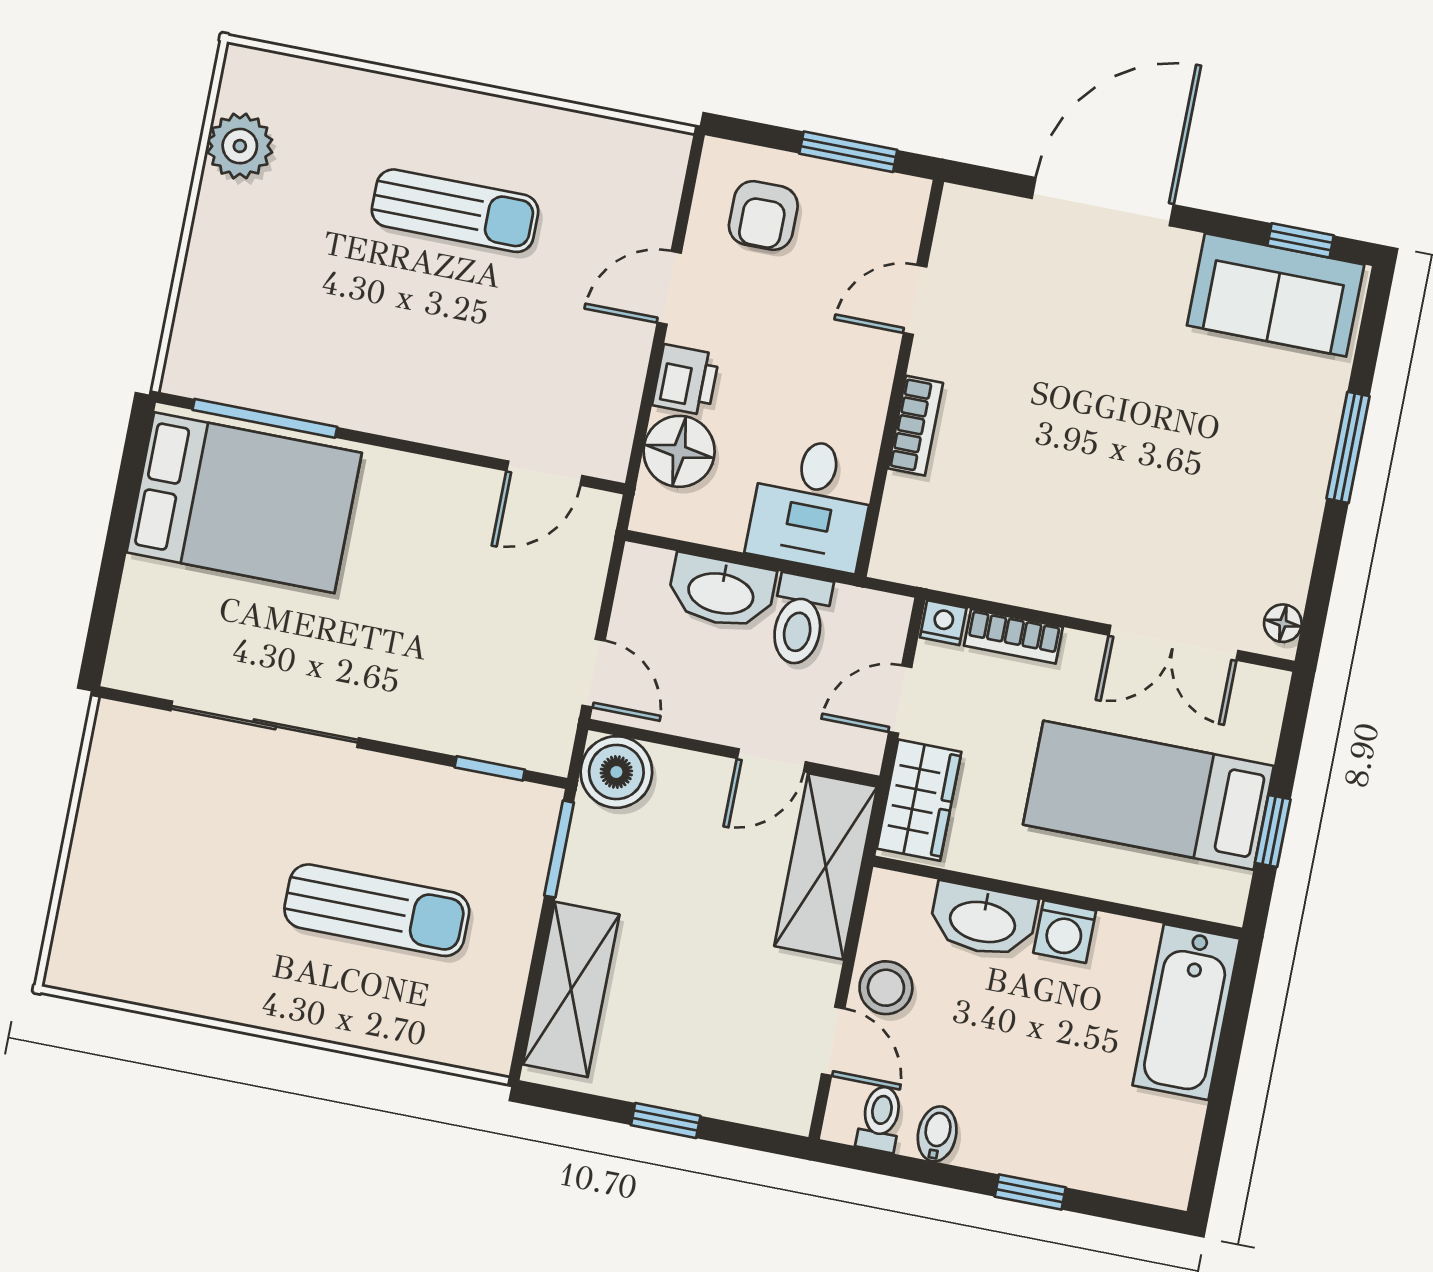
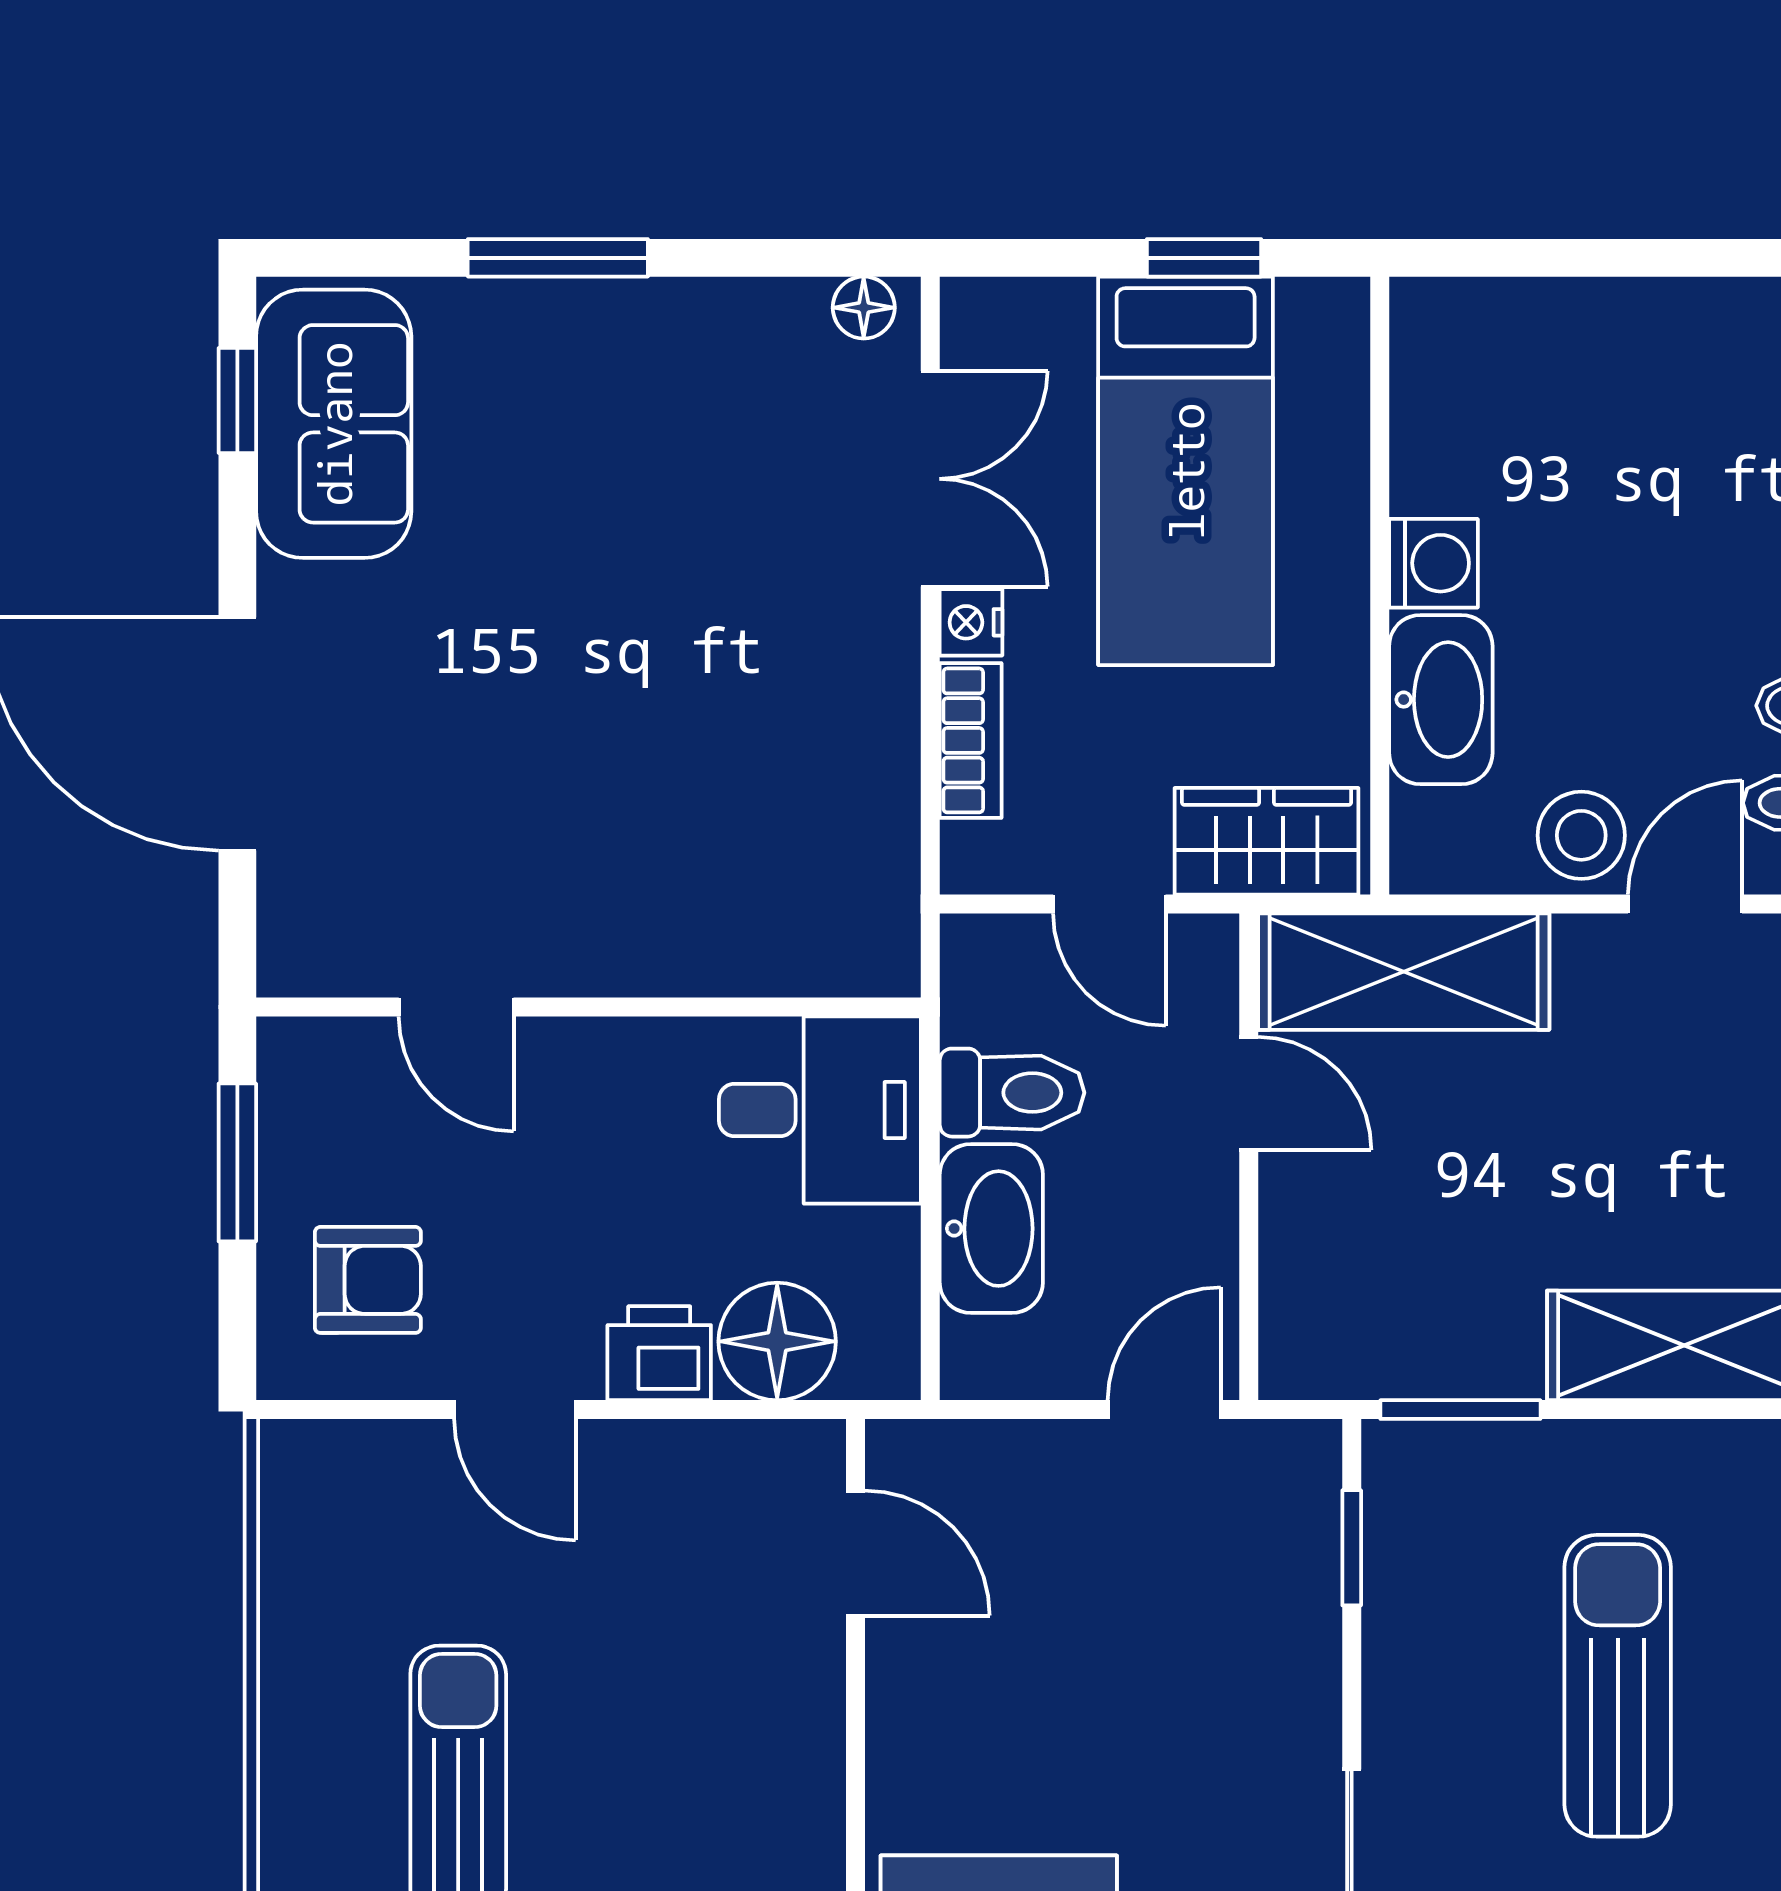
bookcase: (915, 426) -> (660, 966), removed
nightstand: (943, 623) -> (971, 622), moved
boiler: (616, 772) -> (1317, 1341), removed
bathtub: (1186, 1012) -> (1525, 341), removed

